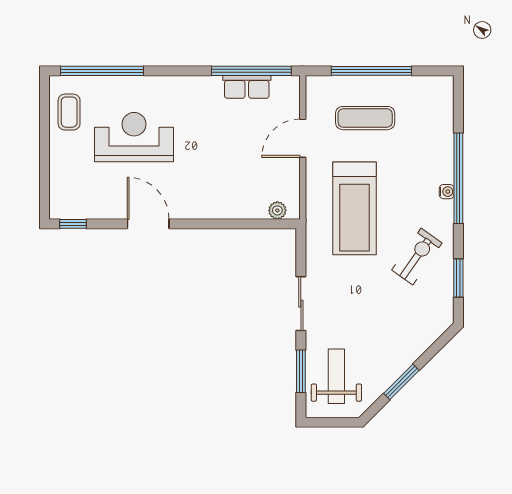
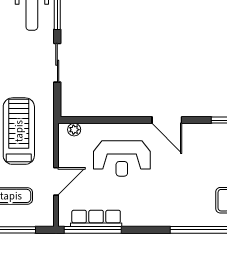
row of seats: (247, 87) -> (96, 218), width x1.48
reception desk: (134, 137) -> (122, 158), moved

